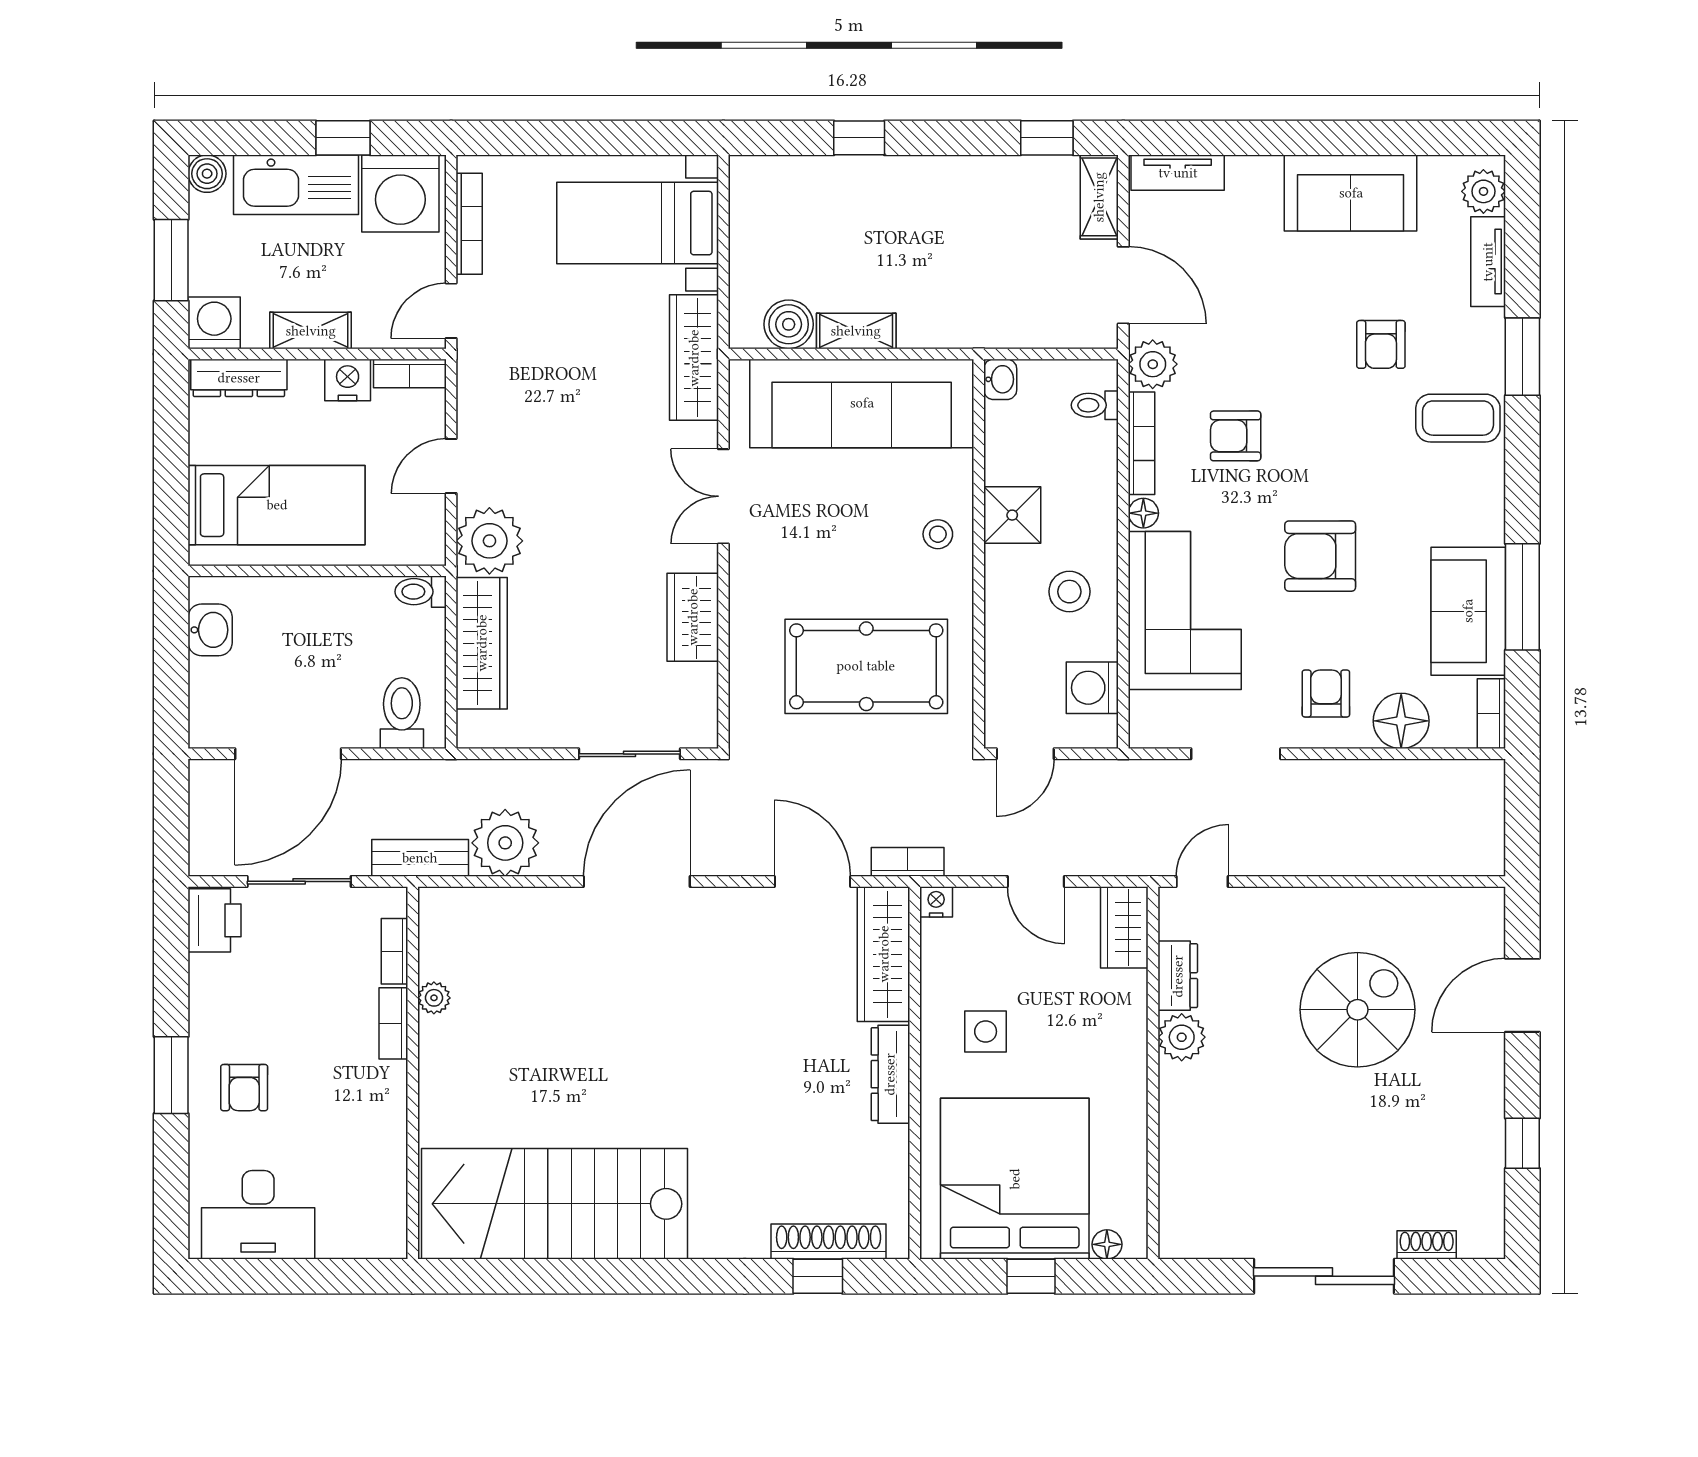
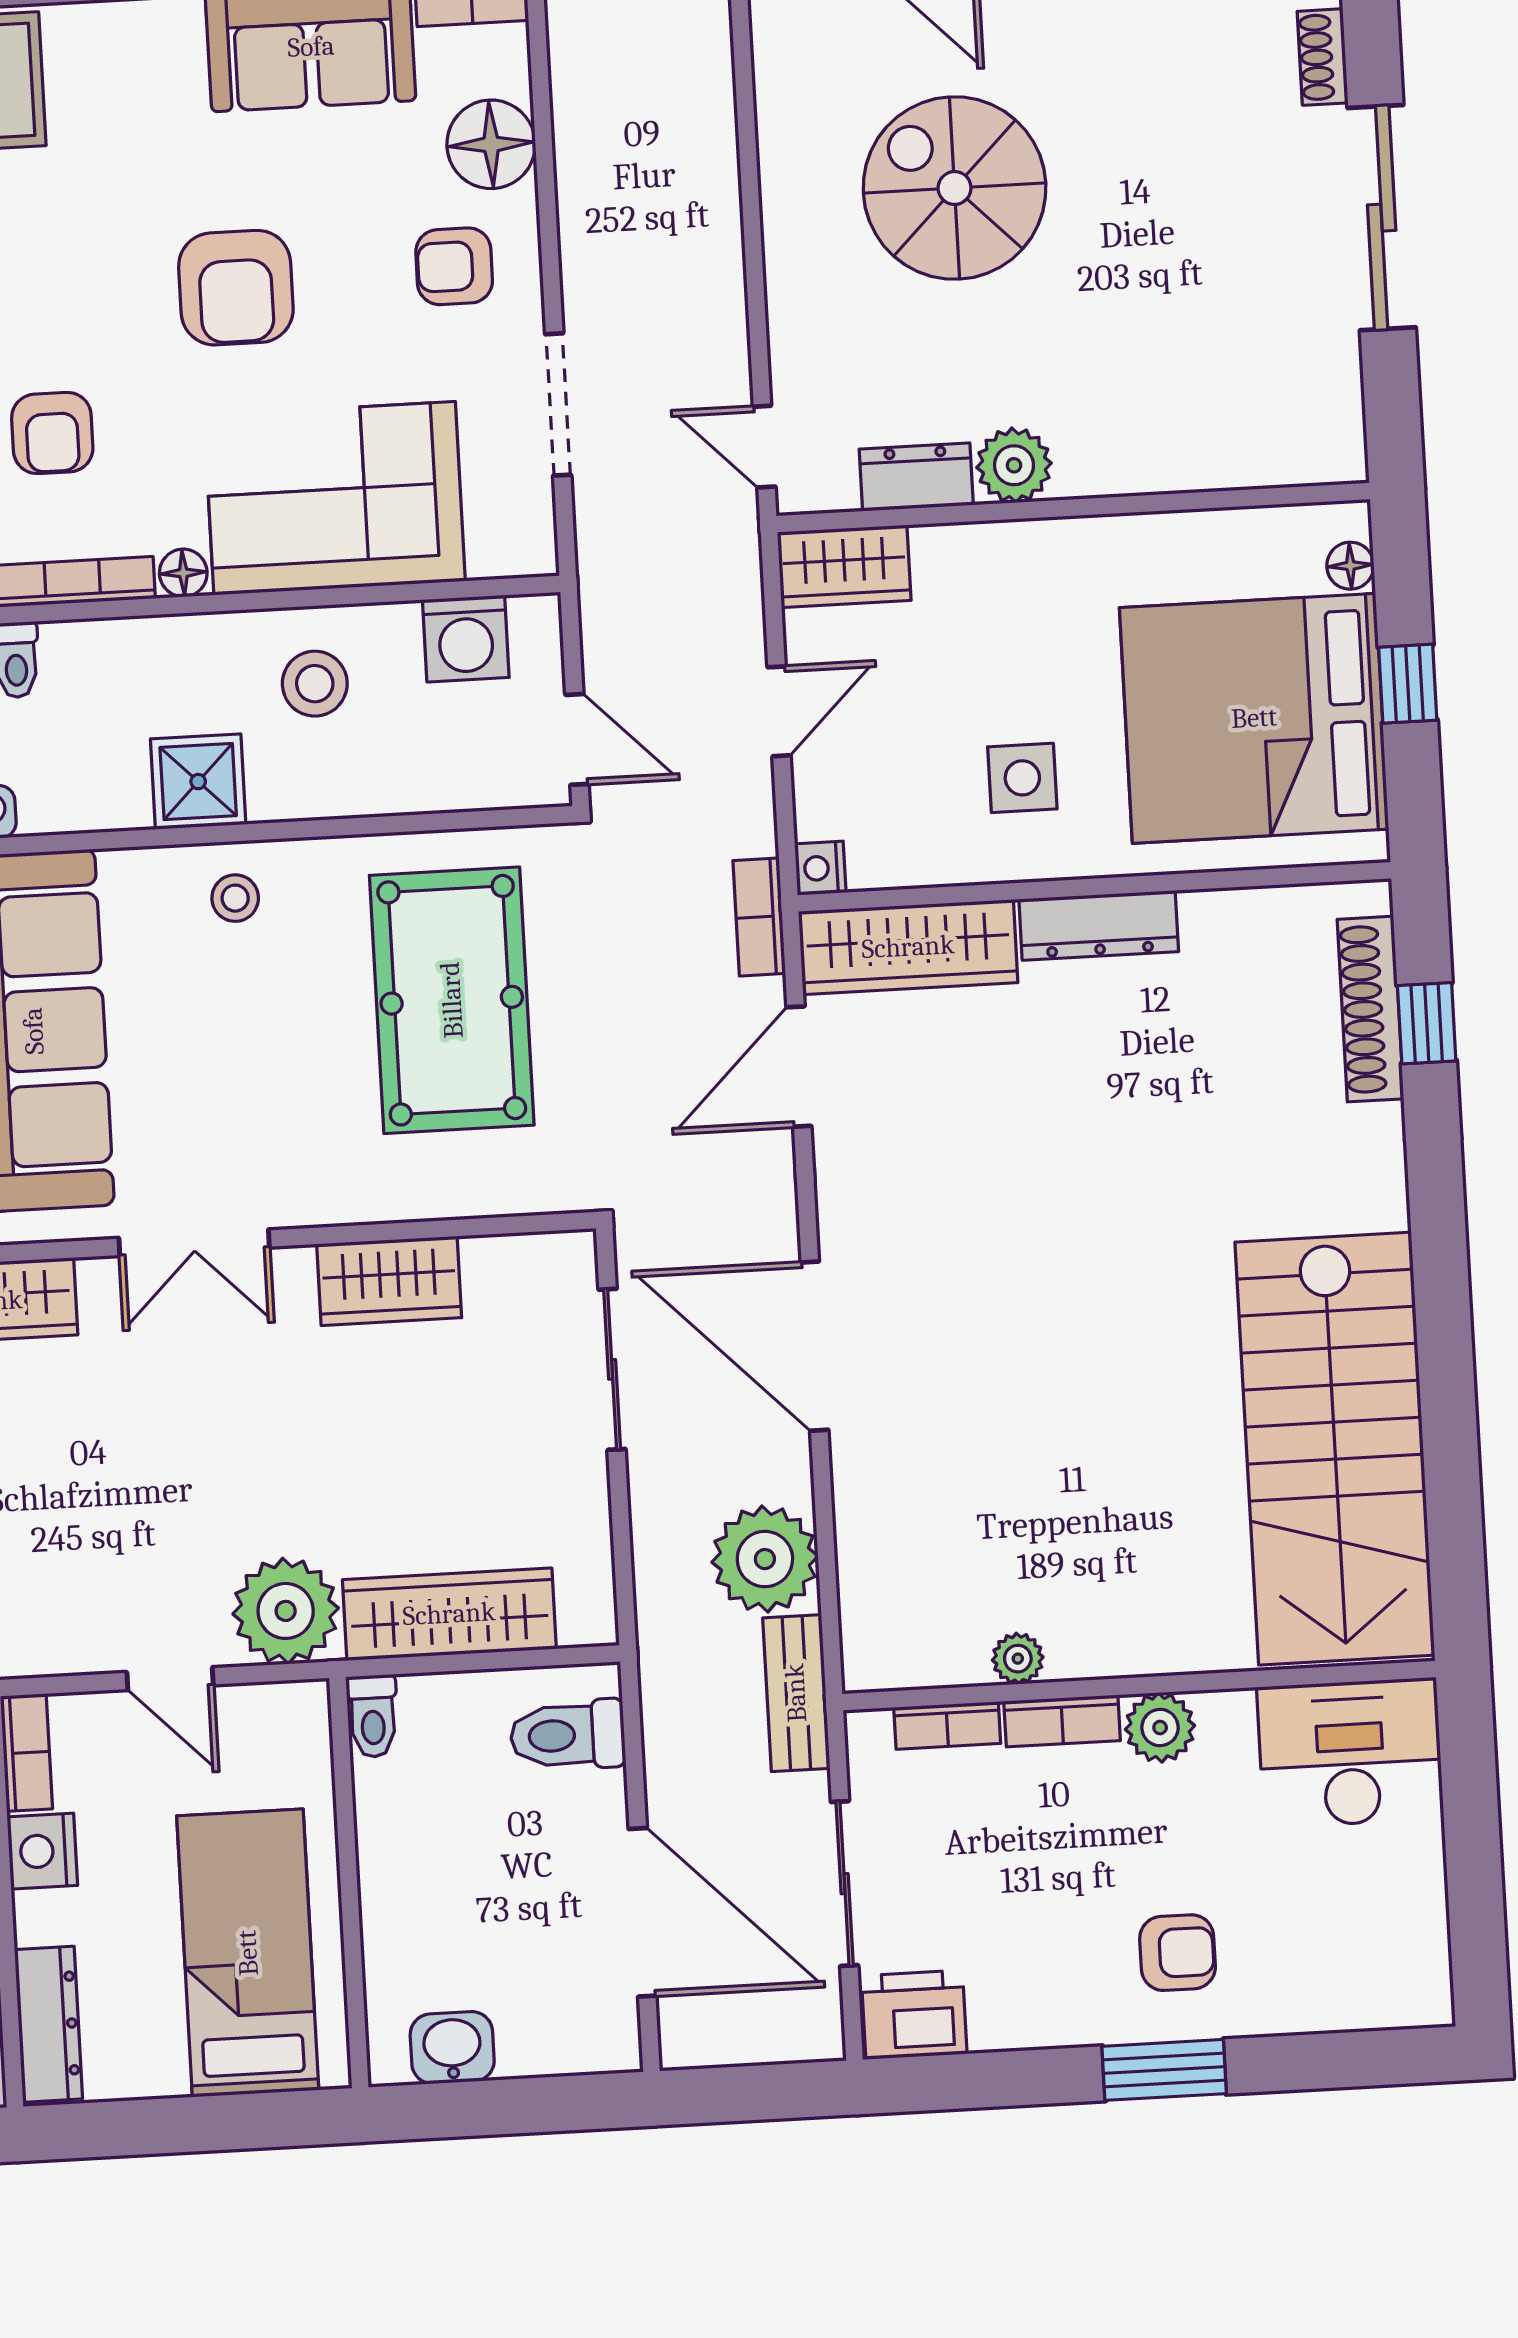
plant: (386, 1085) -> (1160, 1728), added
desk: (258, 1215) -> (1350, 1753), moved, turned -90

